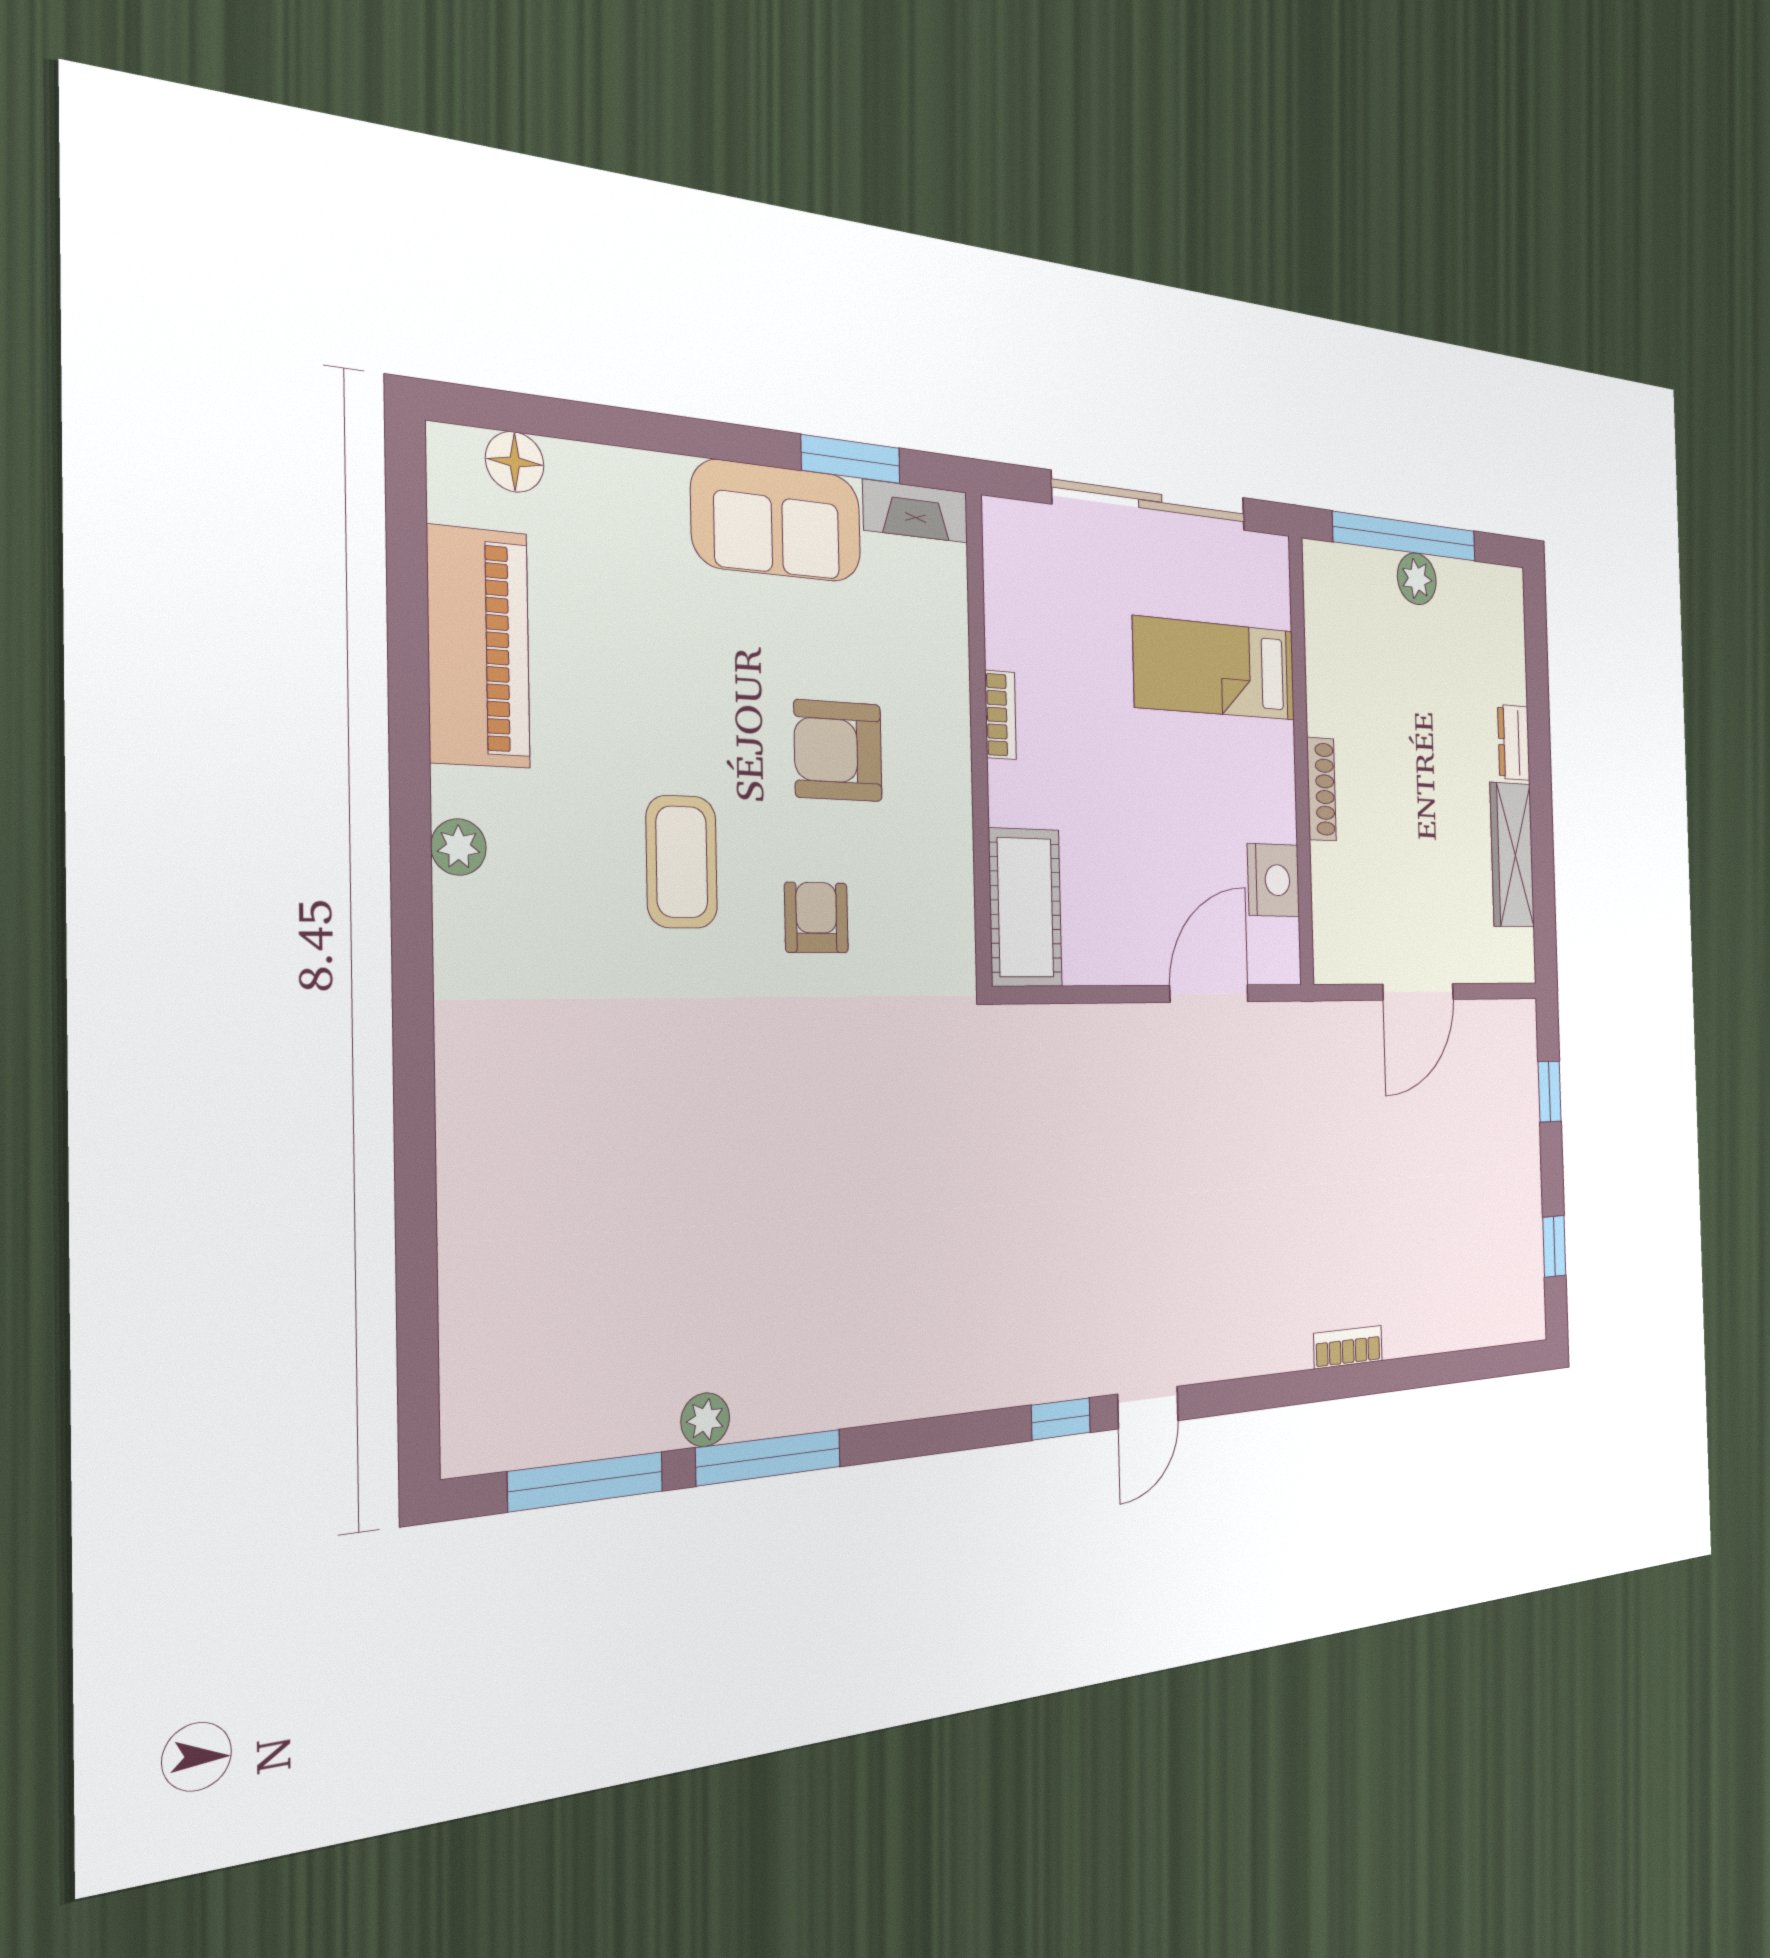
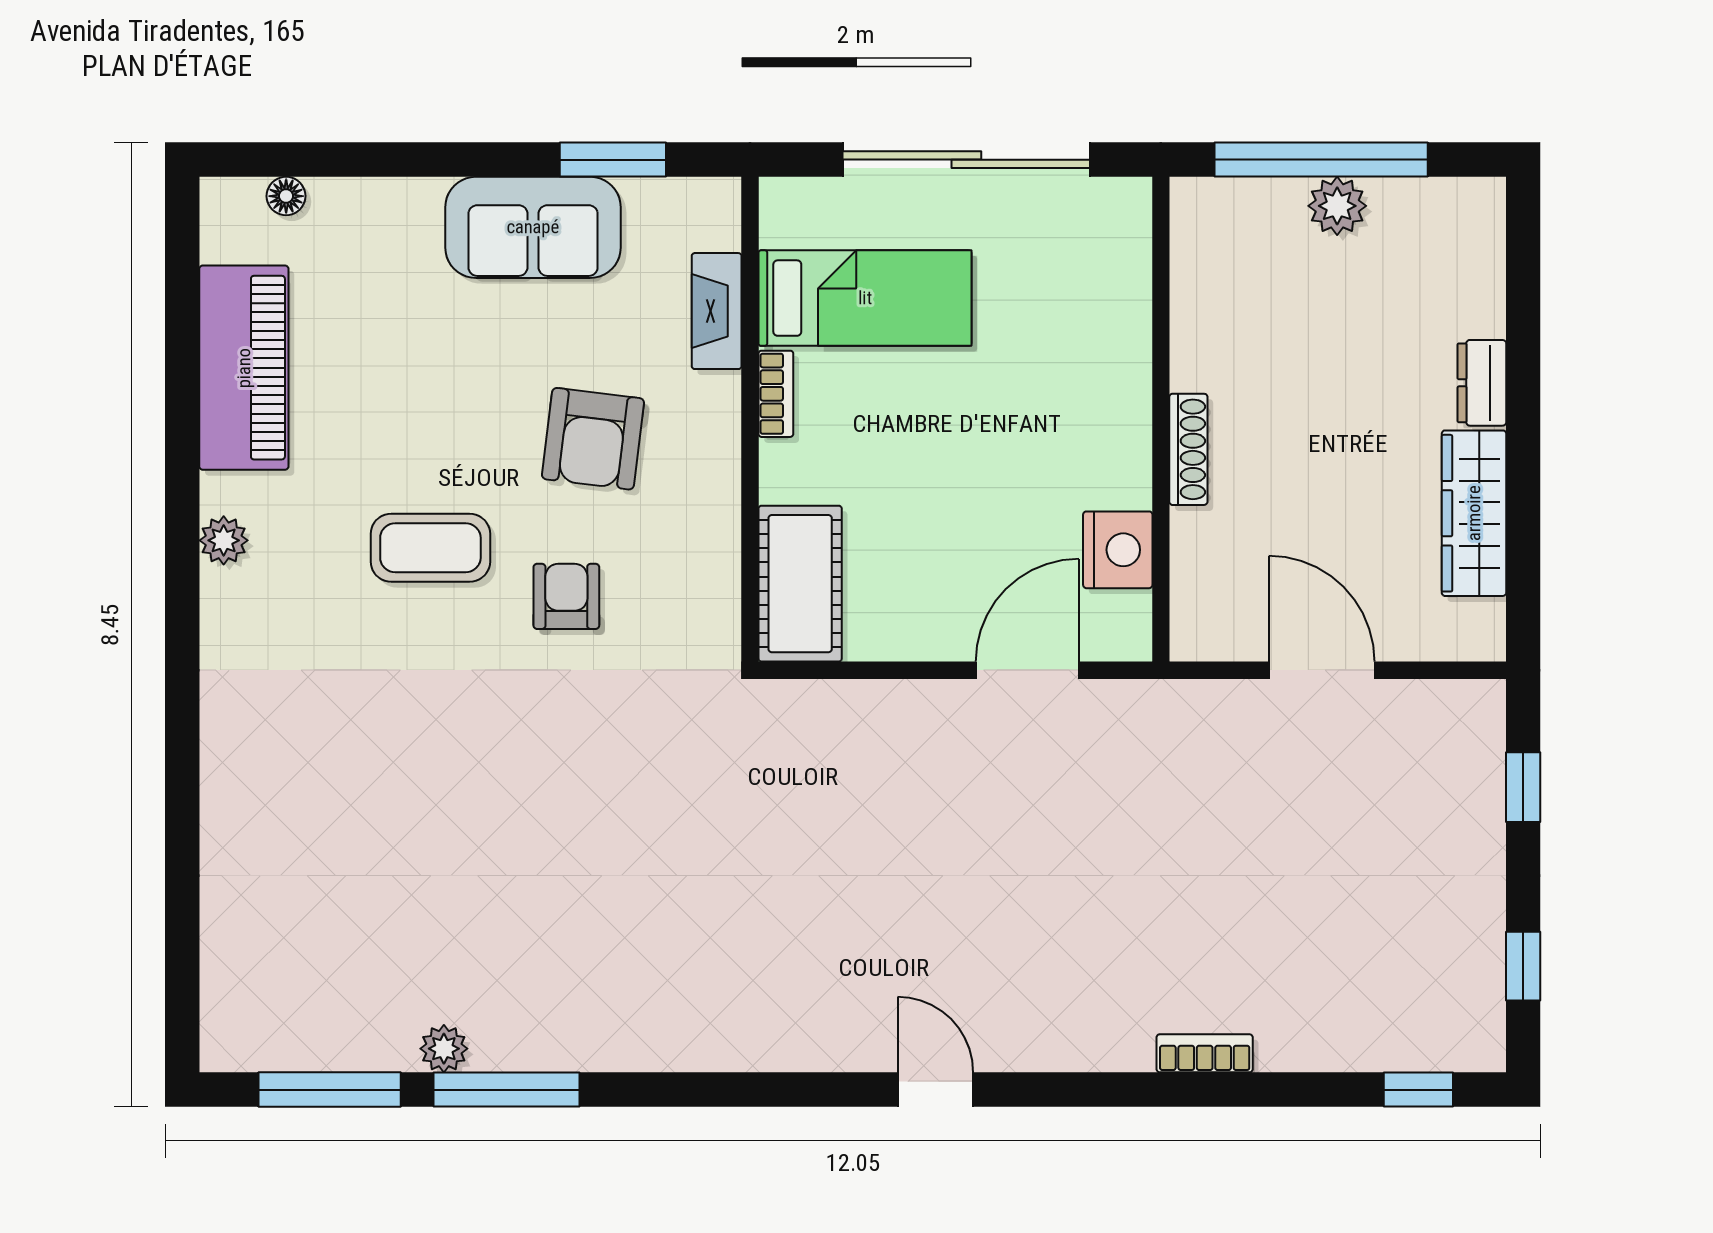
floor lamp: (515, 462) -> (286, 196), width x0.73, depth x0.73
fireplace: (916, 511) -> (717, 311), moved, turned 90
bed: (1215, 669) -> (865, 298), moved, turned 180
armchair: (838, 751) -> (593, 439), turned -83
coffee table: (682, 862) -> (430, 548), turned 90
door: (1418, 992) -> (1322, 670), swing flipped
door: (1148, 1407) -> (935, 1090), swing flipped
window: (1061, 1419) -> (1418, 1090), moved

